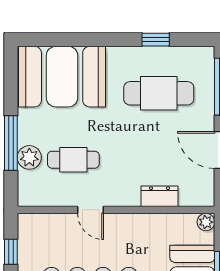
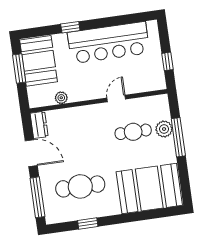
dresser: (159, 196) -> (39, 125), moved, turned -90
door: (91, 210) -> (116, 98), hinge flipped
plant: (206, 222) -> (61, 98), moved

